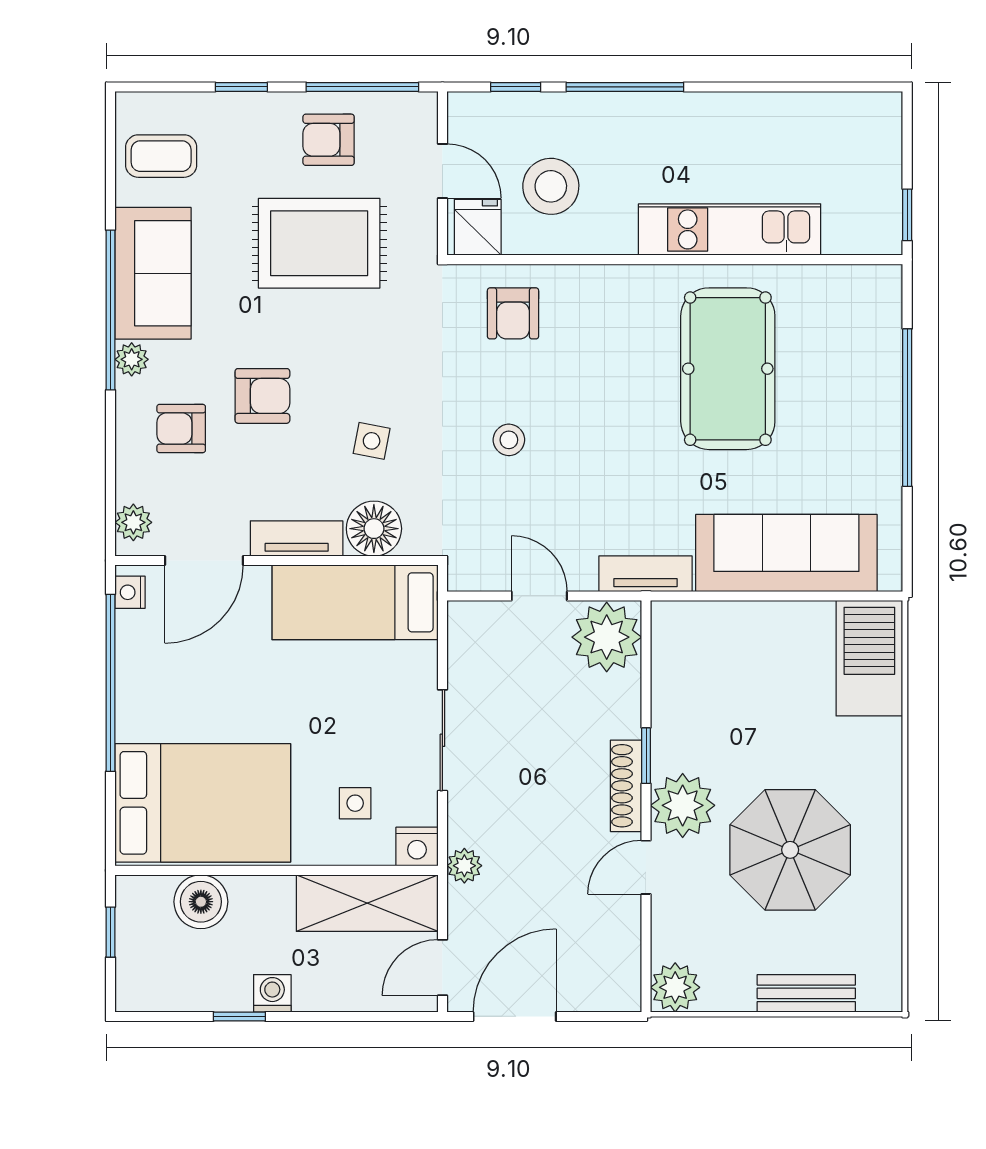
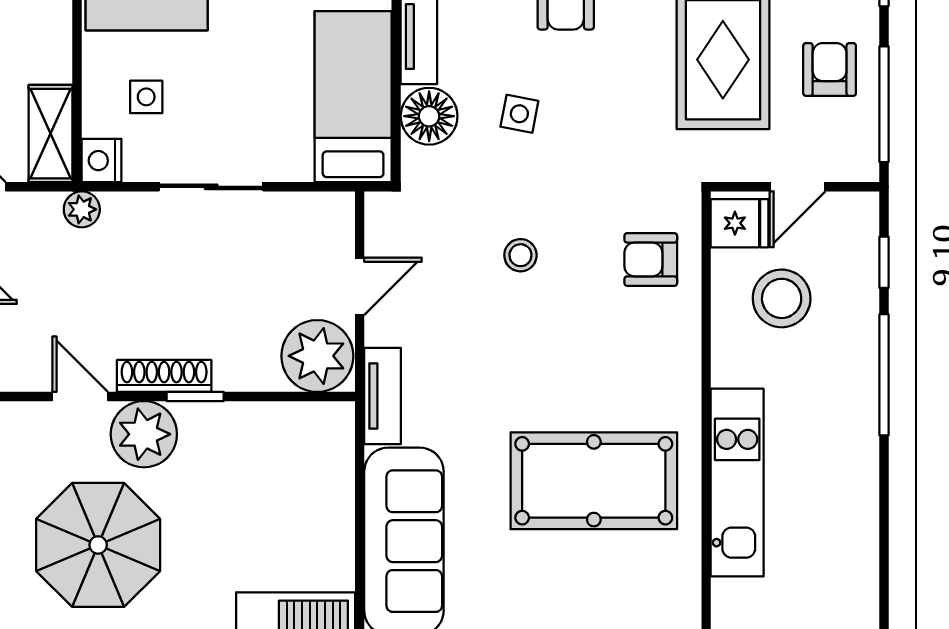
shelving: (367, 903) -> (51, 134), width x0.67, depth x0.75

